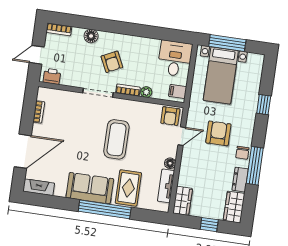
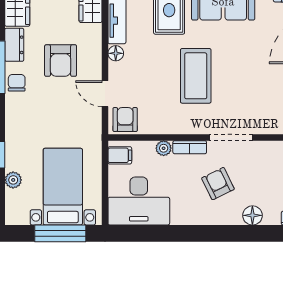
desk: (175, 59) -> (139, 201), width x1.37
plant: (255, 85) -> (13, 180), added
armchair: (218, 133) -> (61, 61), moved
door: (182, 136) -> (105, 94), hinge flipped

